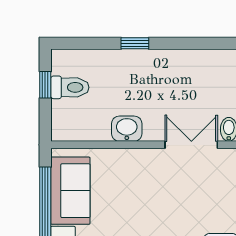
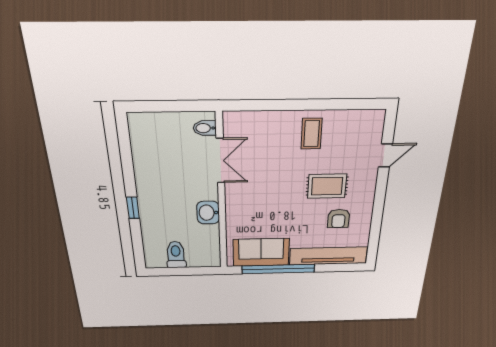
window: (45, 85) -> (175, 272), removed
double door: (191, 145) -> (220, 161), swing flipped

